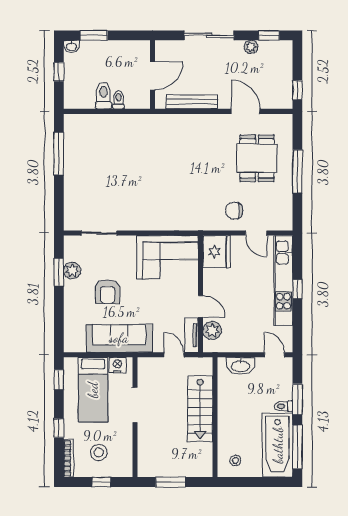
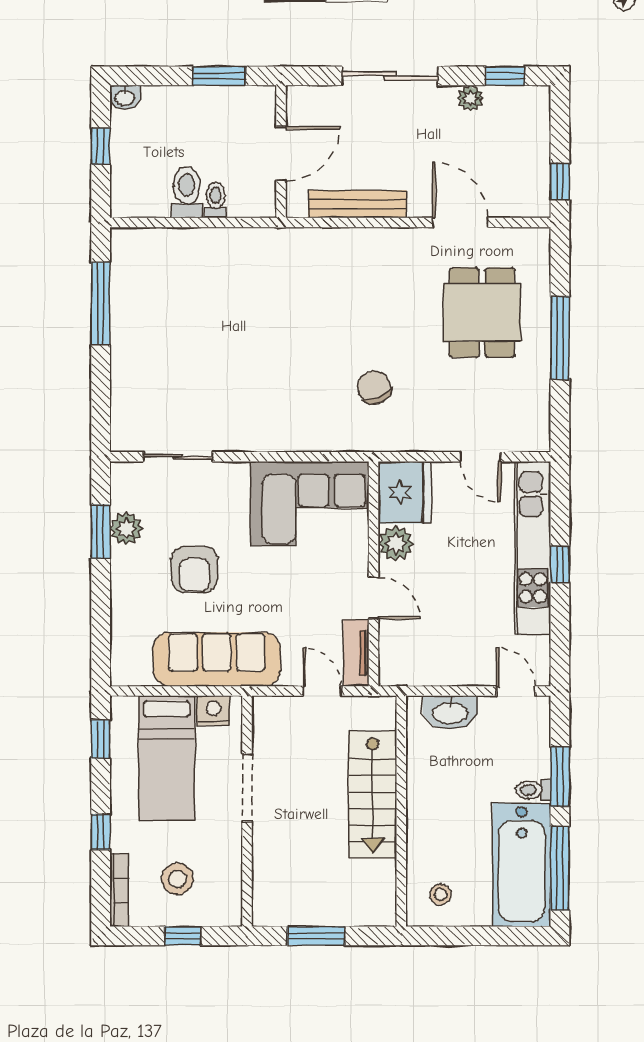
window: (94, 35) -> (219, 76), moved
chair: (234, 211) -> (374, 387), moved, turned 67
plant: (212, 330) -> (396, 543), moved

